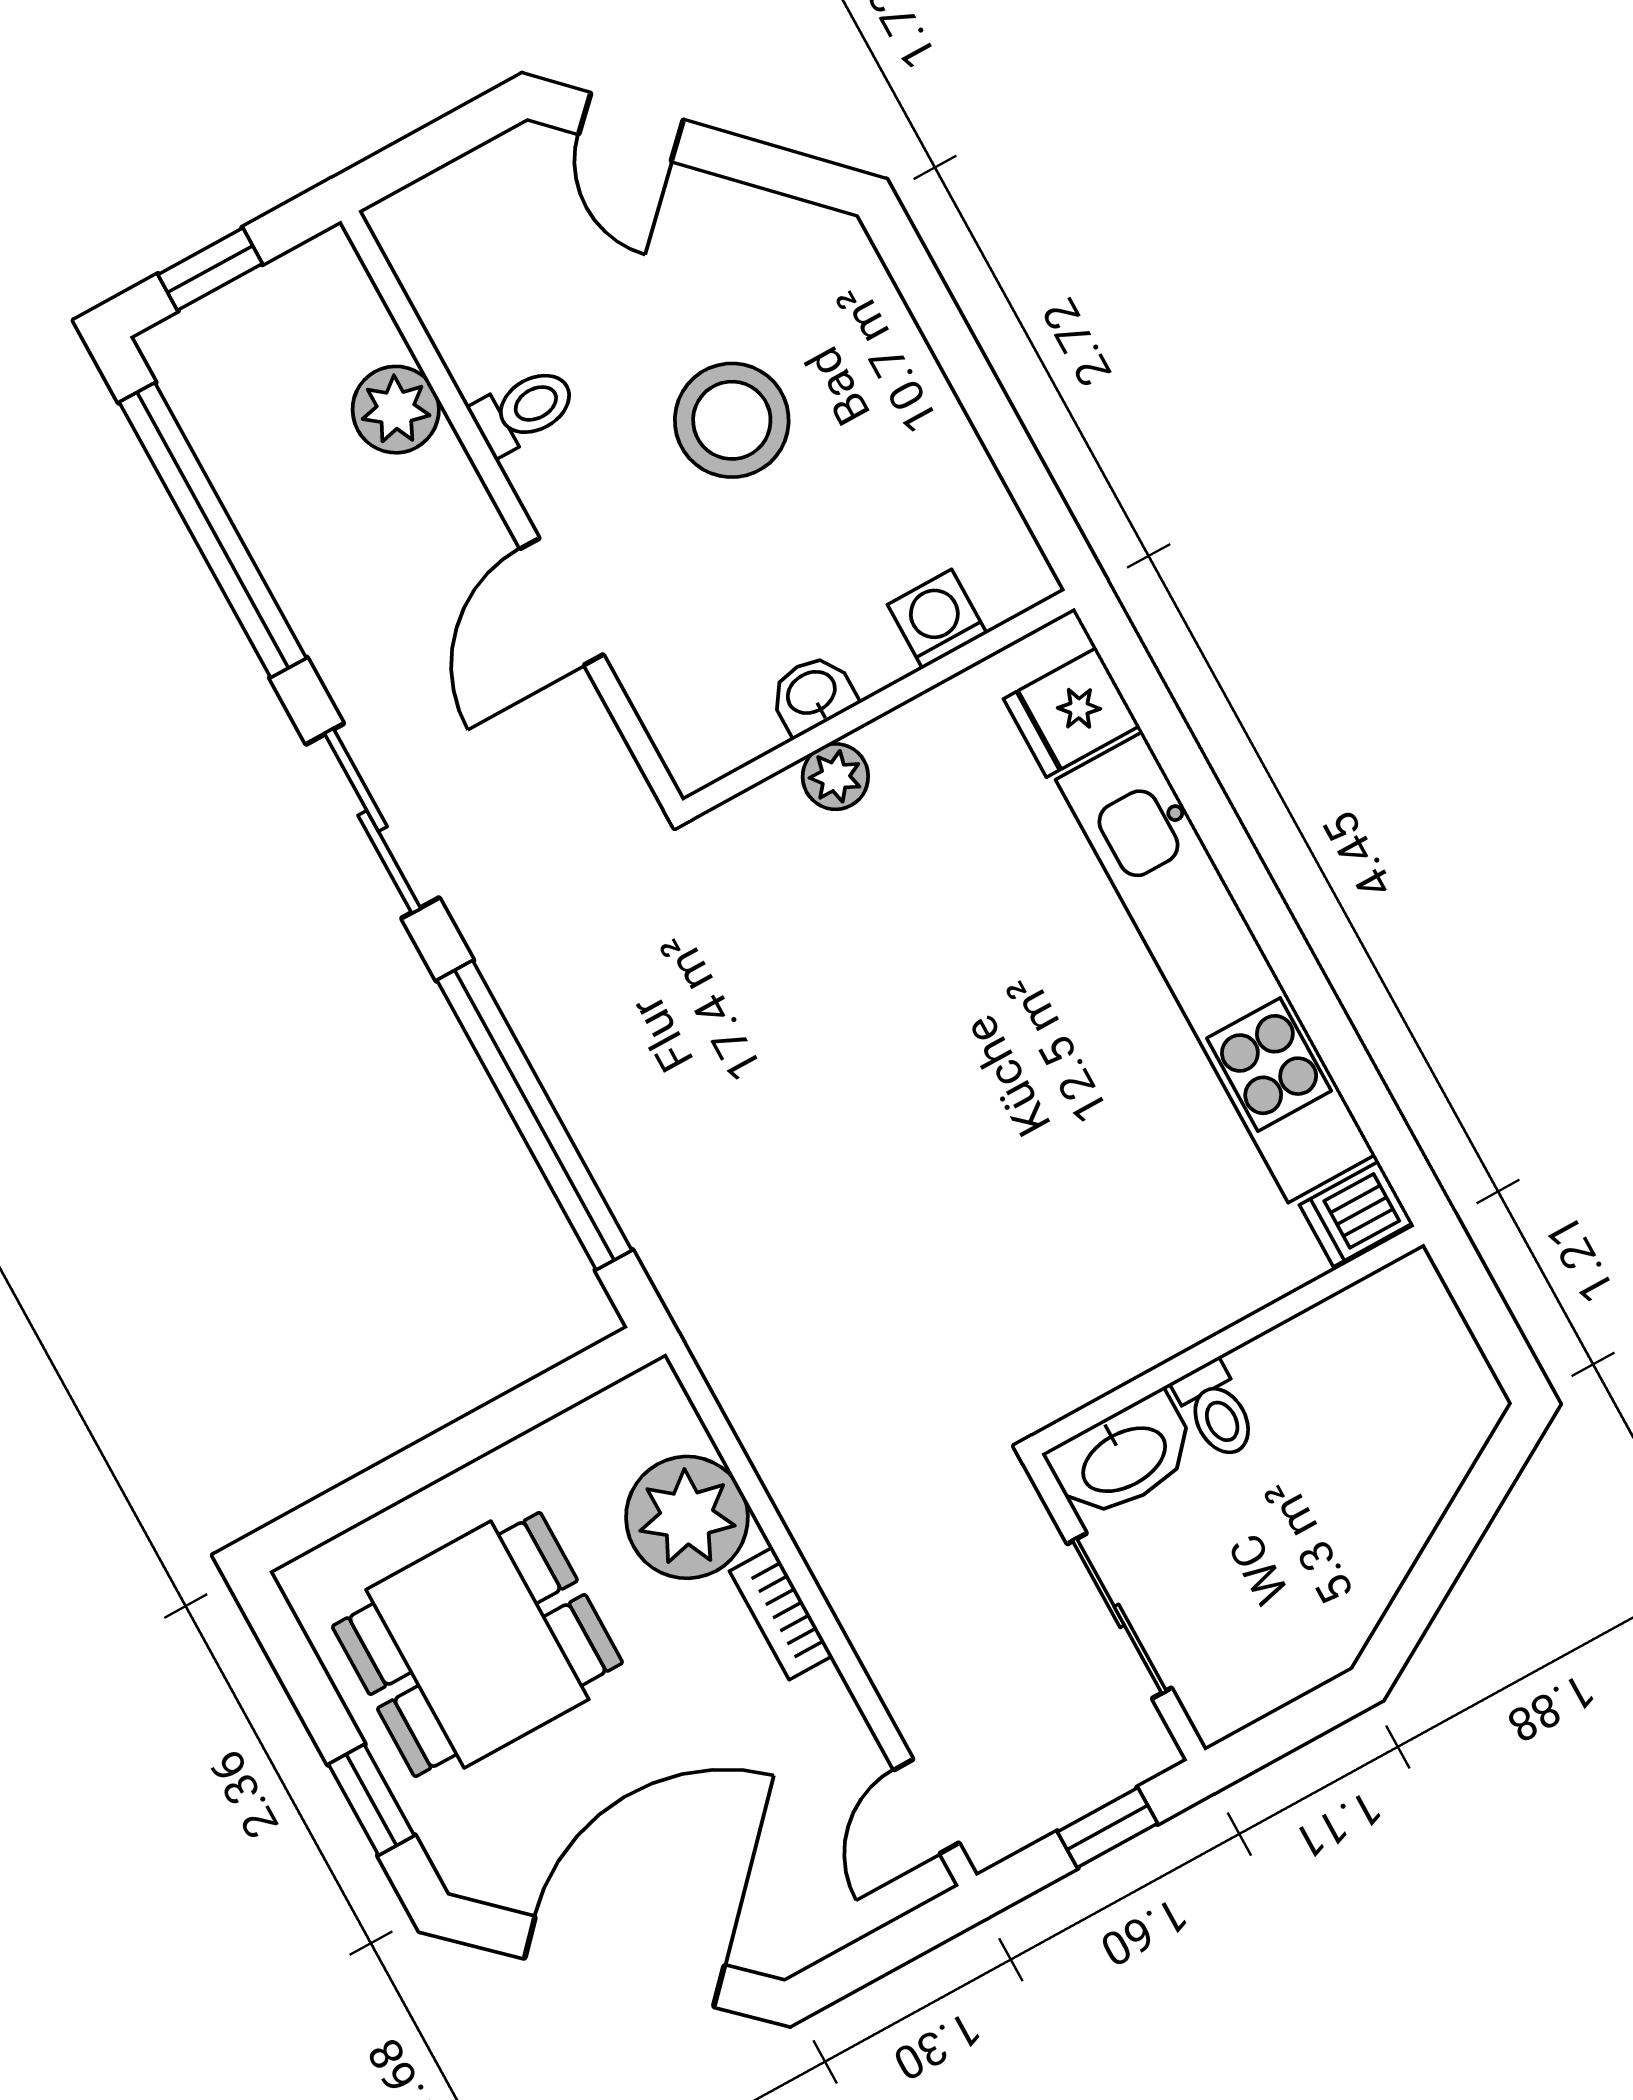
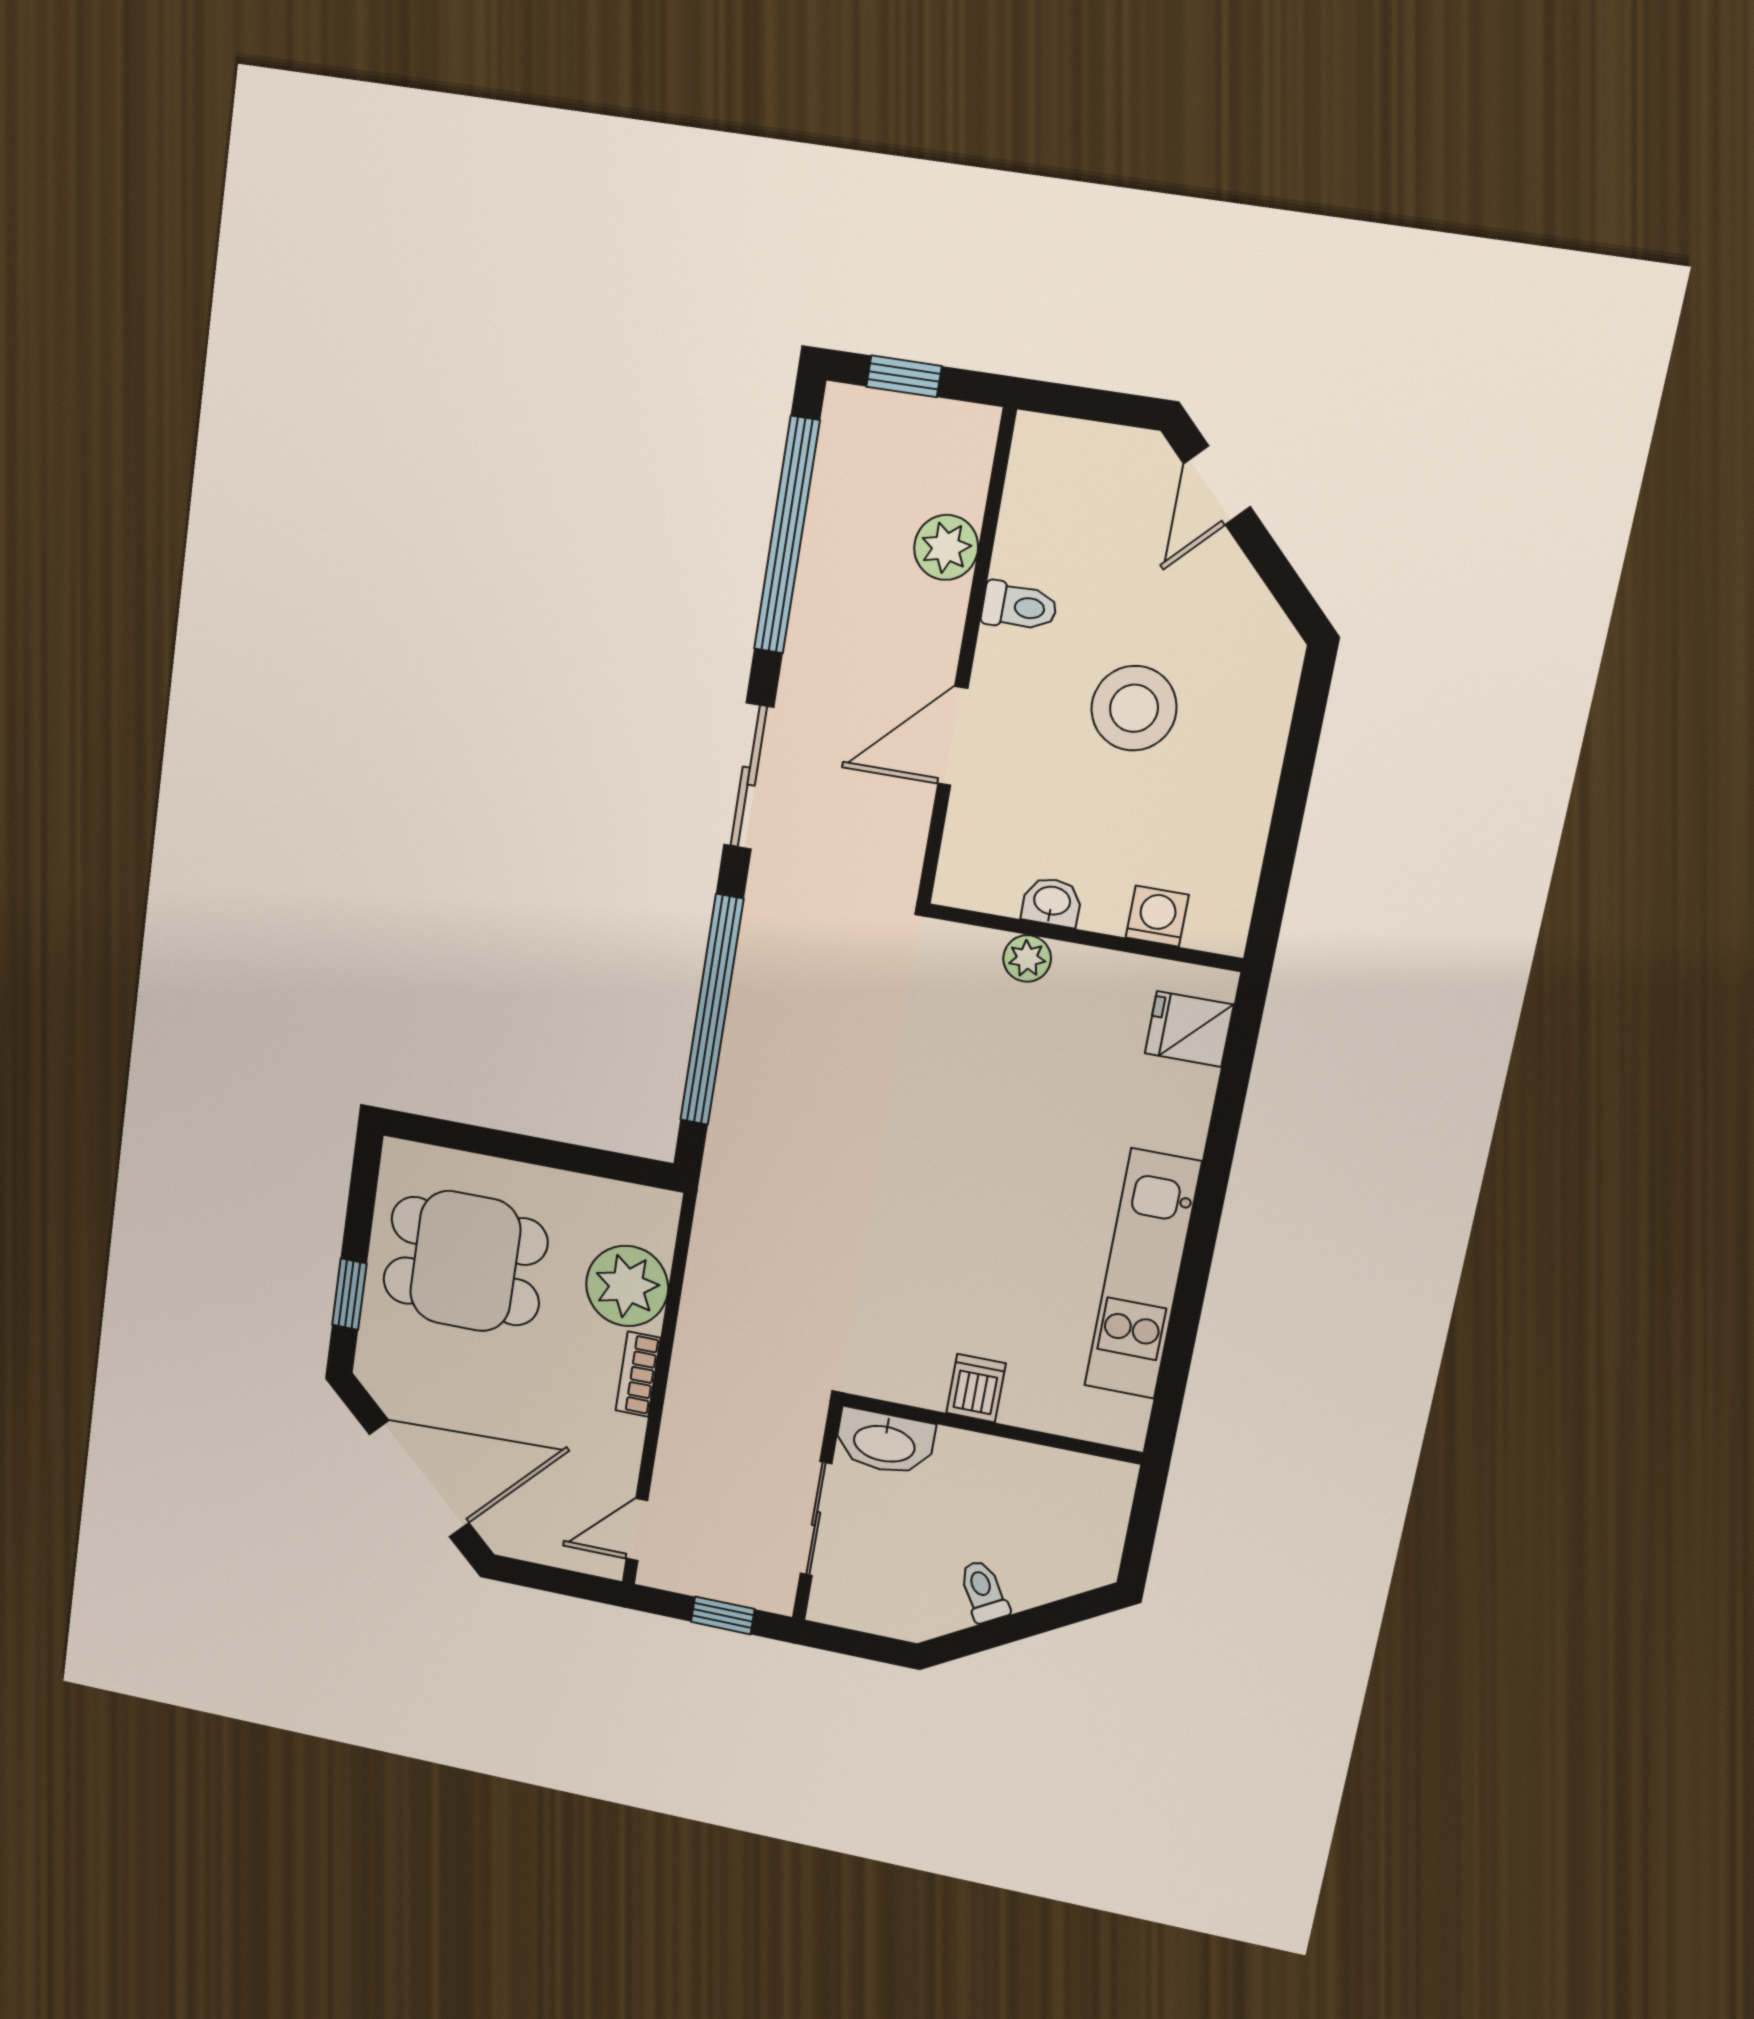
kitchen unit: (1216, 967) -> (1143, 1274), width x0.73
dishwasher: (1356, 1214) -> (976, 1388), moved, turned 90
toilet: (1216, 1410) -> (984, 1591), moved, turned 150

